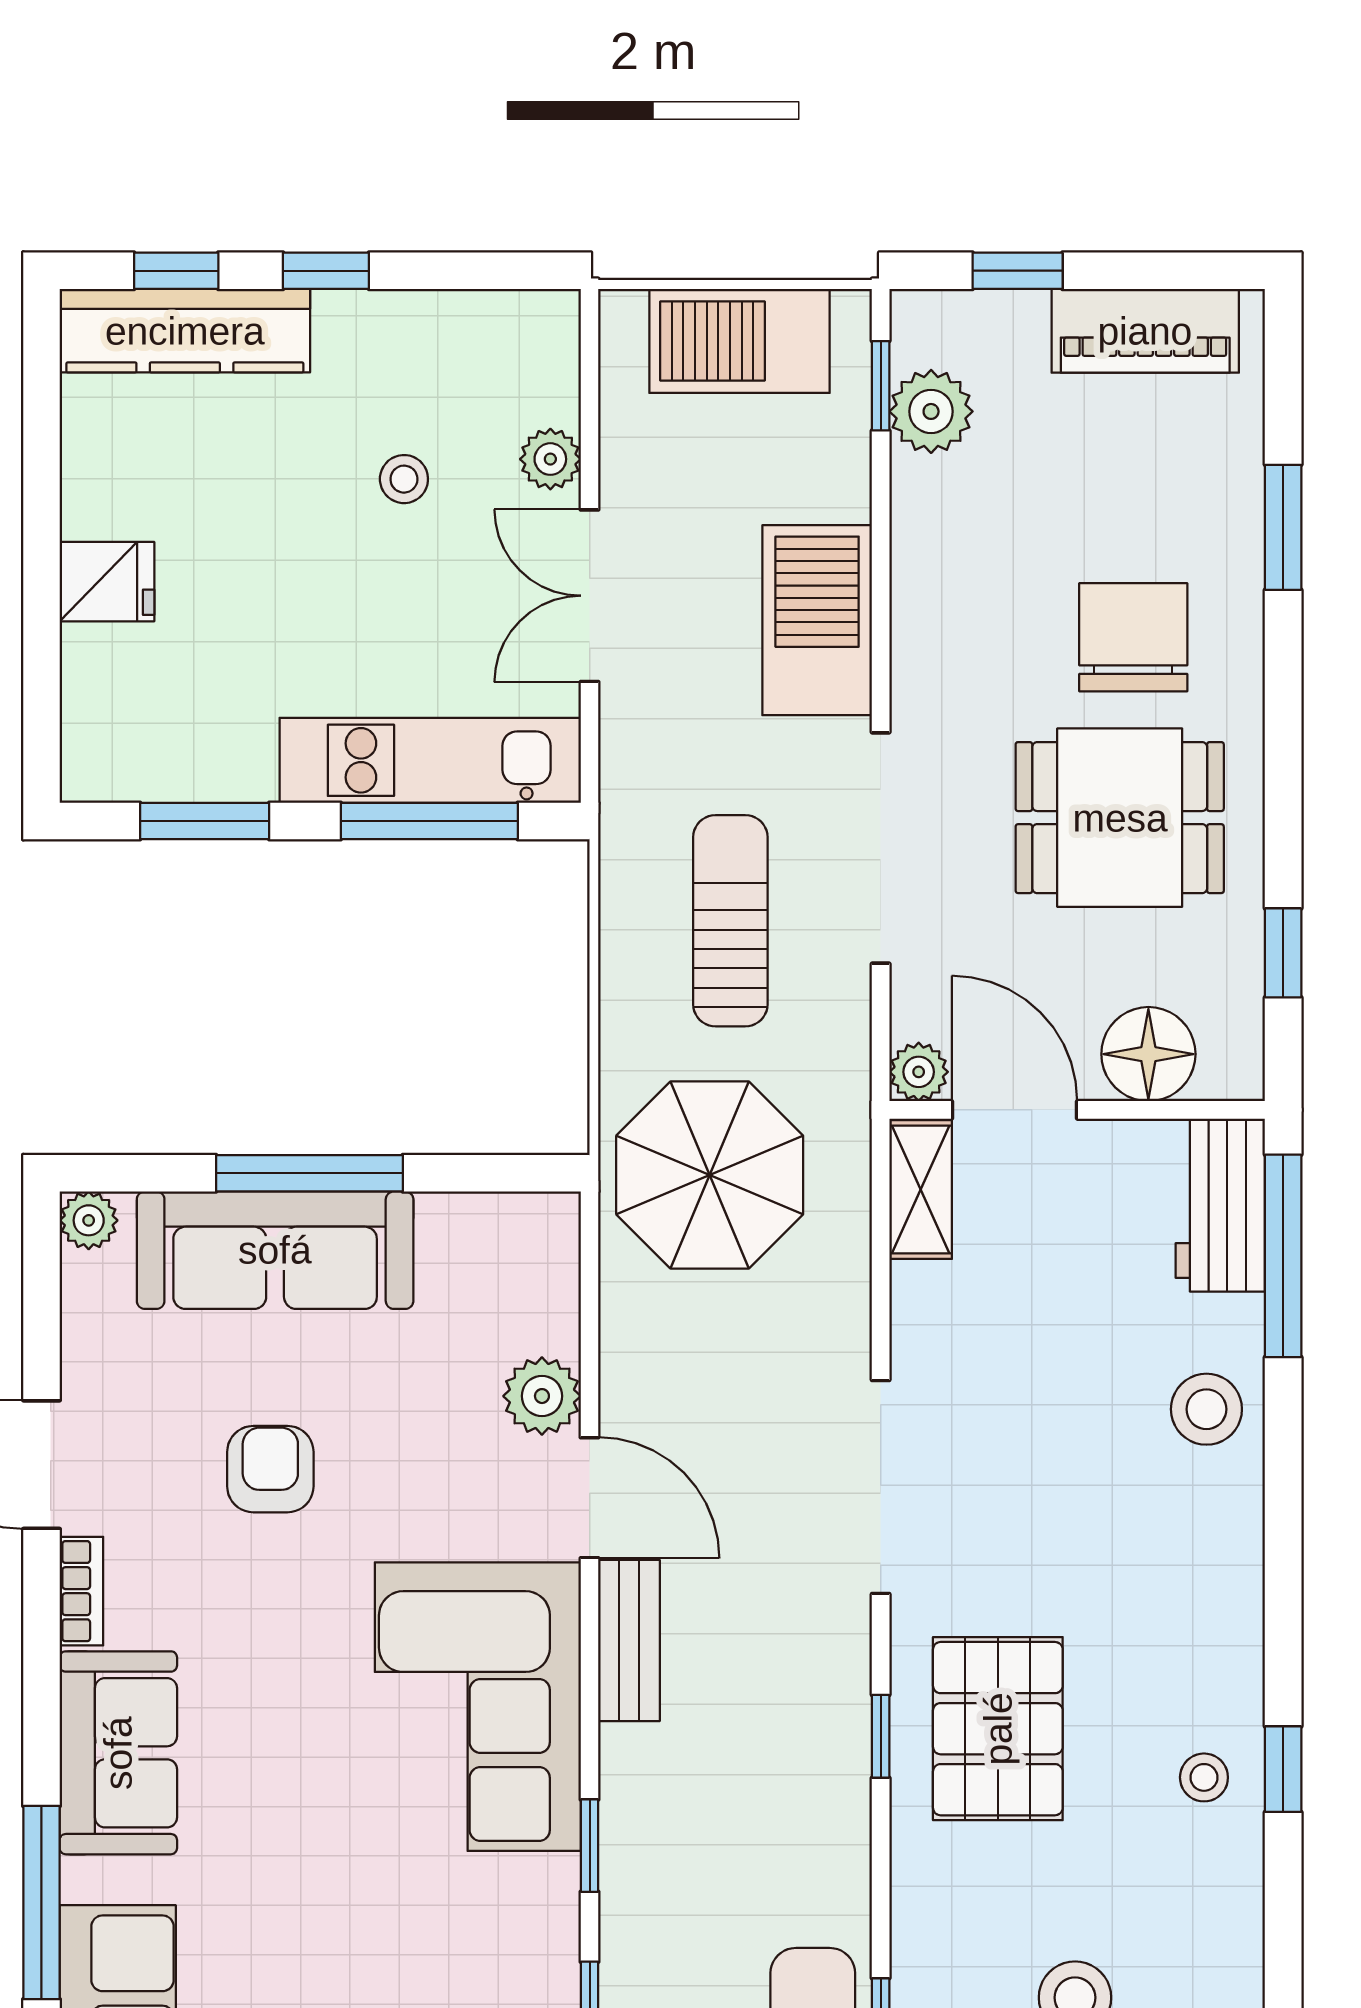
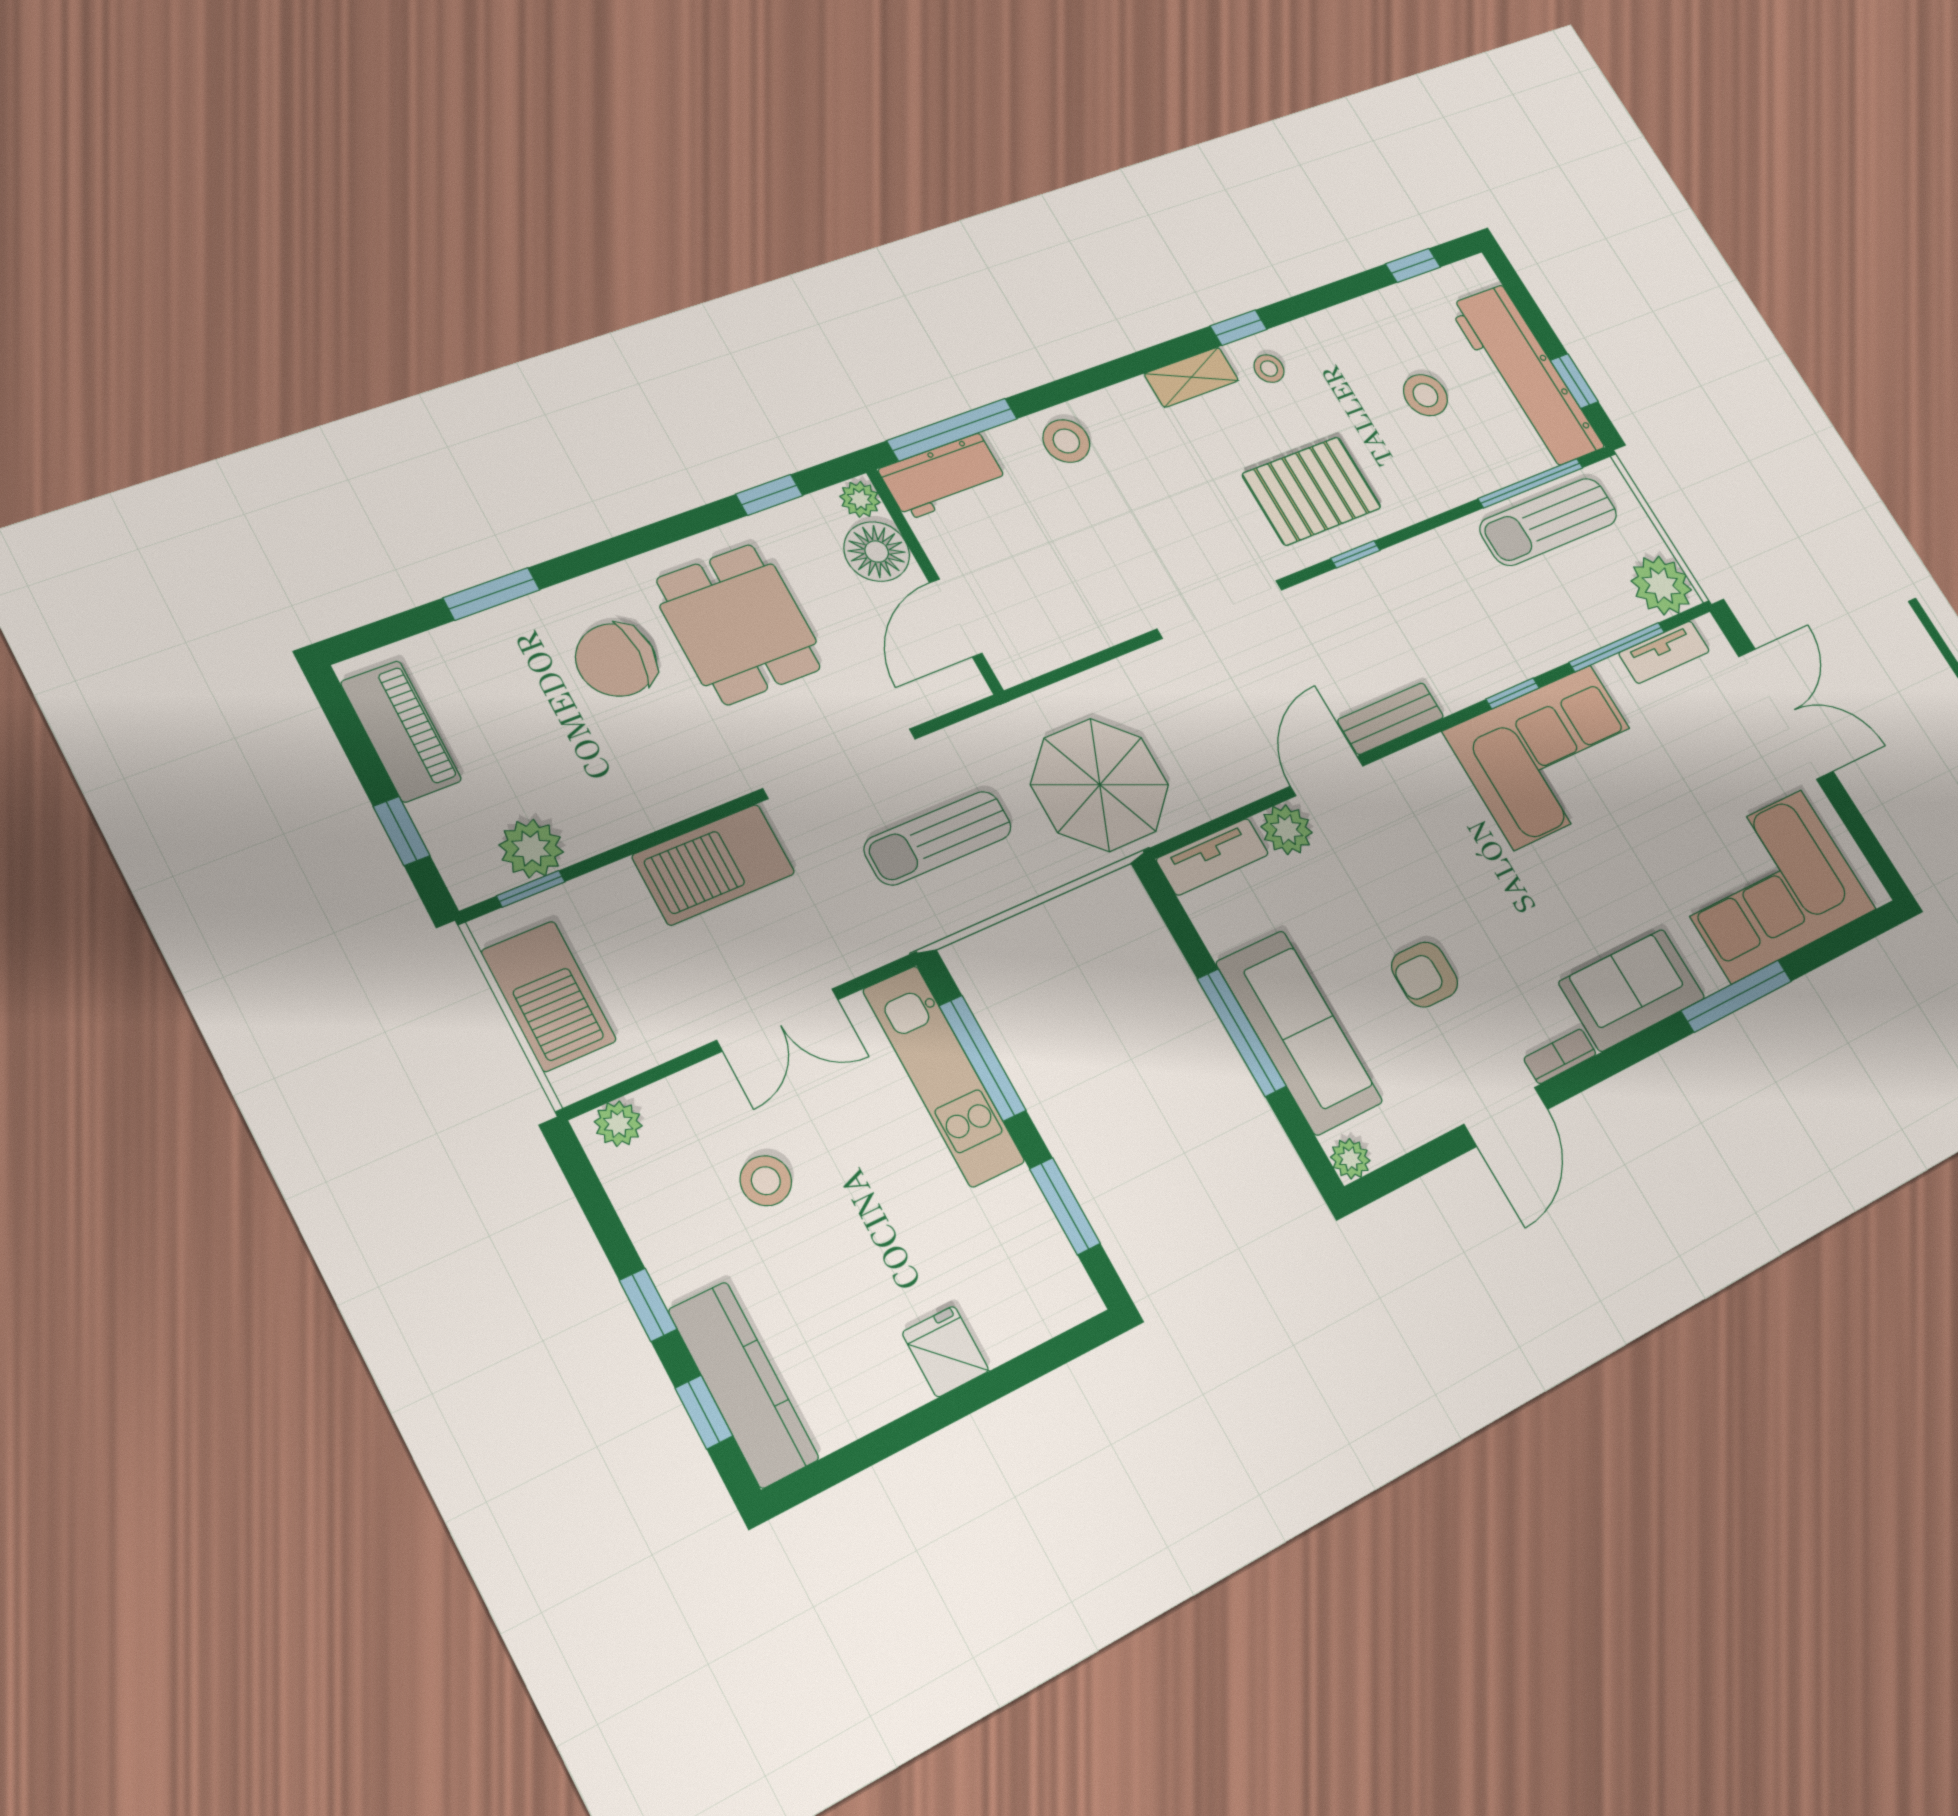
plant: (550, 459) -> (618, 1124), moved
stool: (404, 479) -> (766, 1181), width x1.37, depth x1.37
plant: (919, 1072) -> (860, 499), moved
shelving: (921, 1190) -> (1191, 377), moved
tv unit: (550, 1271) -> (1212, 857), added
corner sofa: (478, 1707) -> (1553, 756), moved

